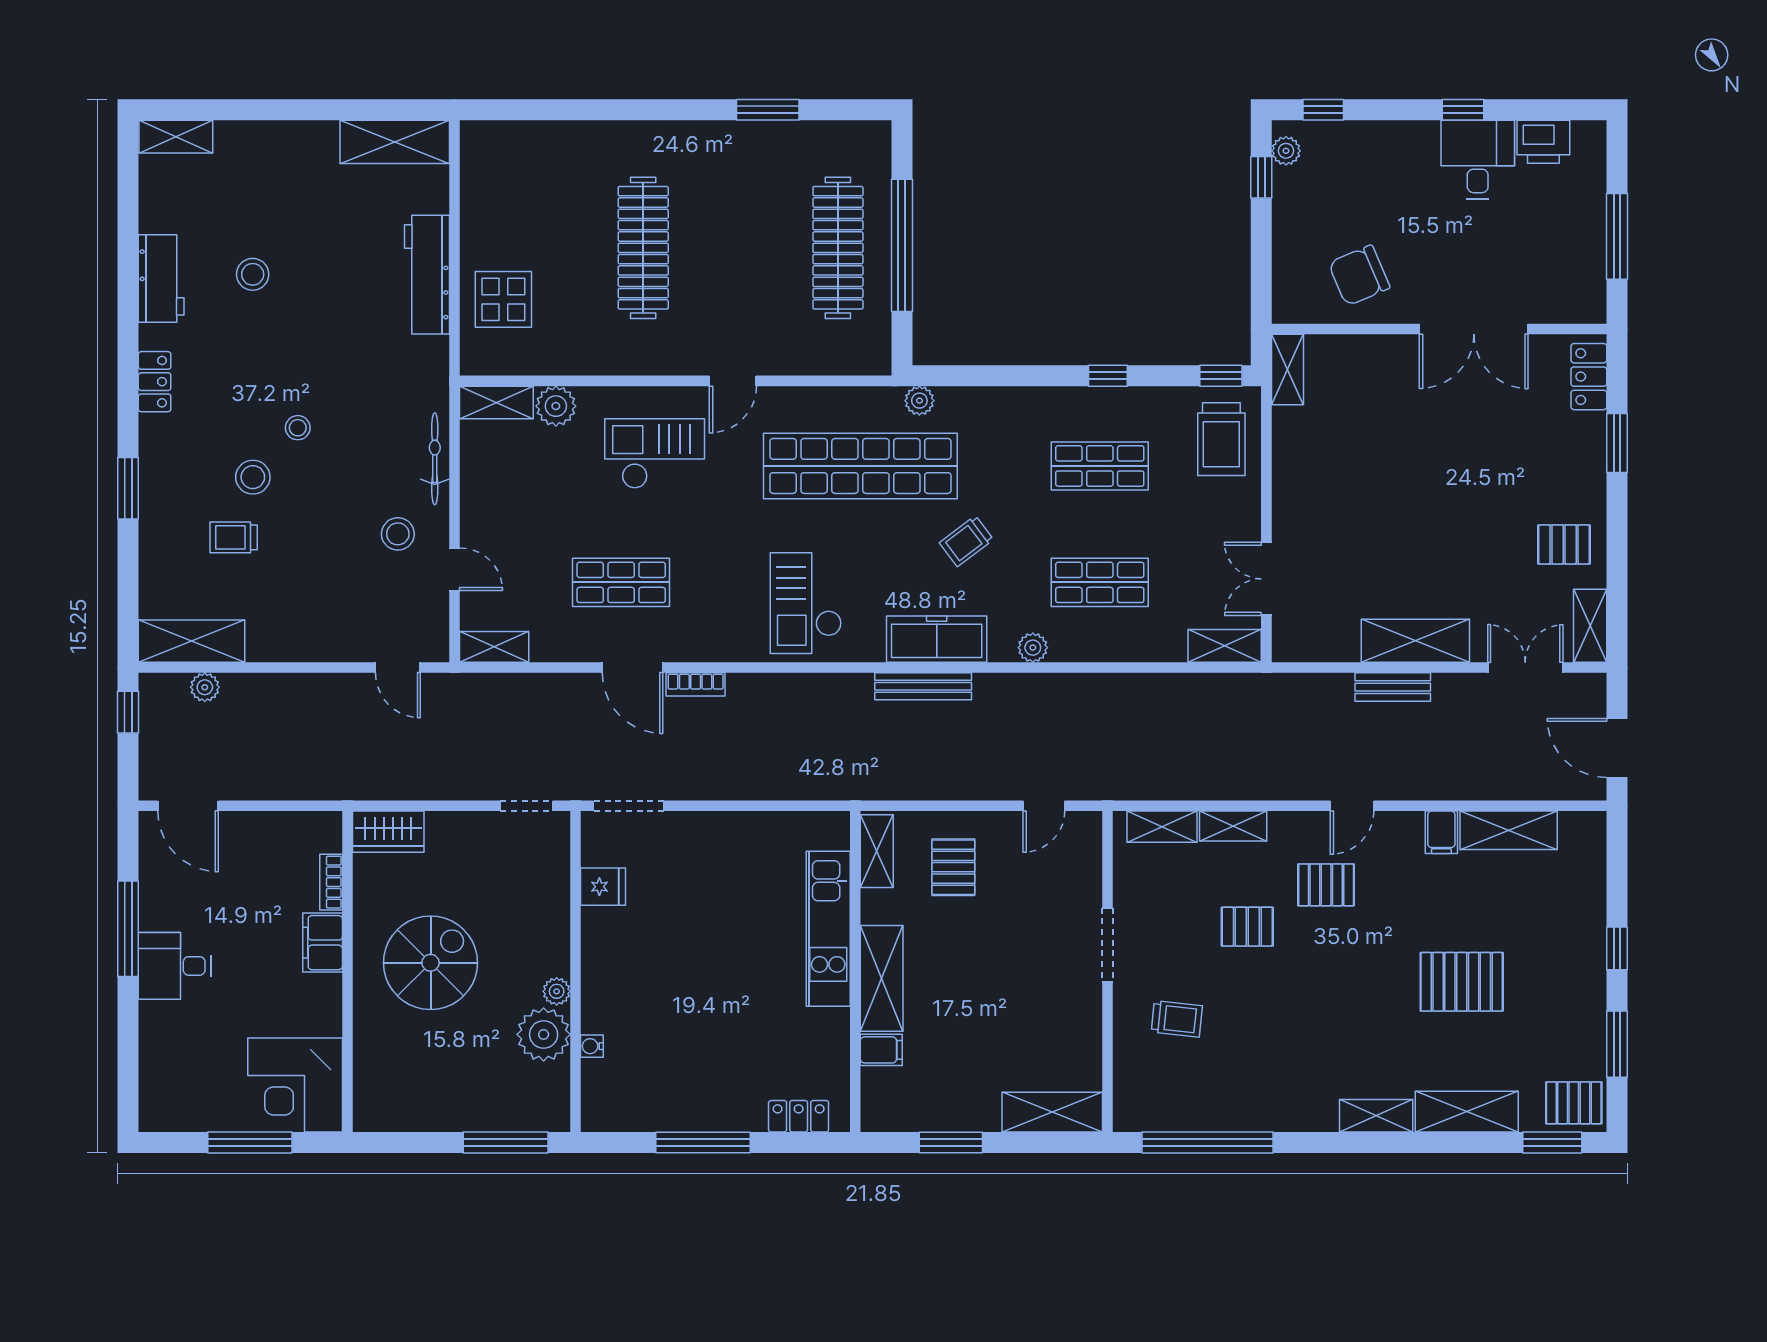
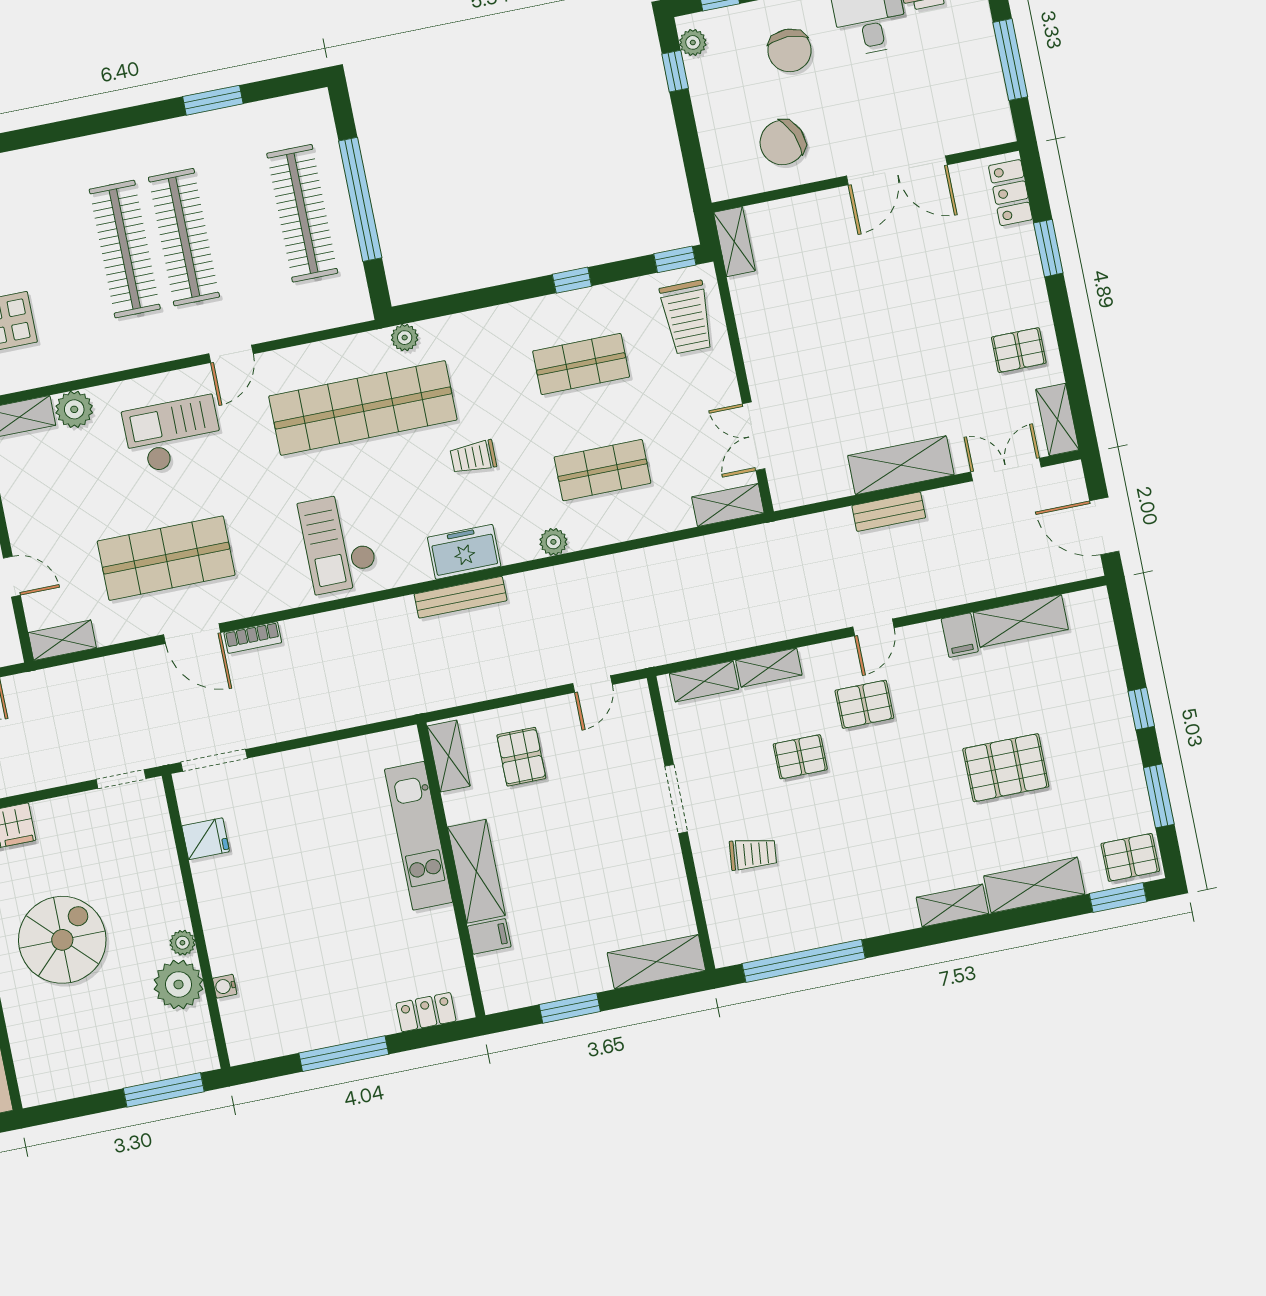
chair: (1386, 180) -> (790, 50), added
clothes rail: (708, 248) -> (184, 237), added
trolley: (966, 541) -> (473, 457), turned 37
shop shelf: (621, 582) -> (166, 558), width x1.43, depth x1.36
freezer: (937, 639) -> (464, 552), width x0.71

